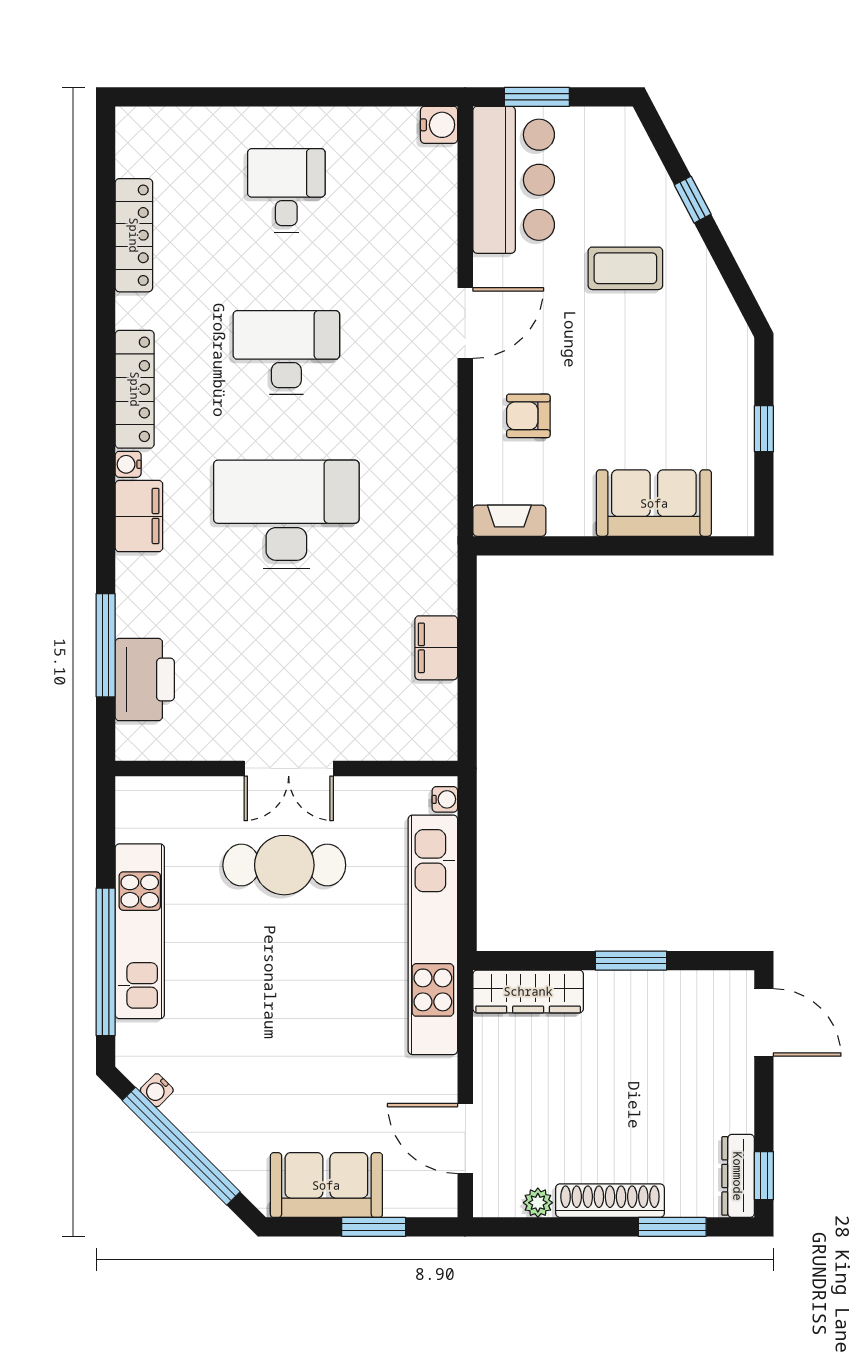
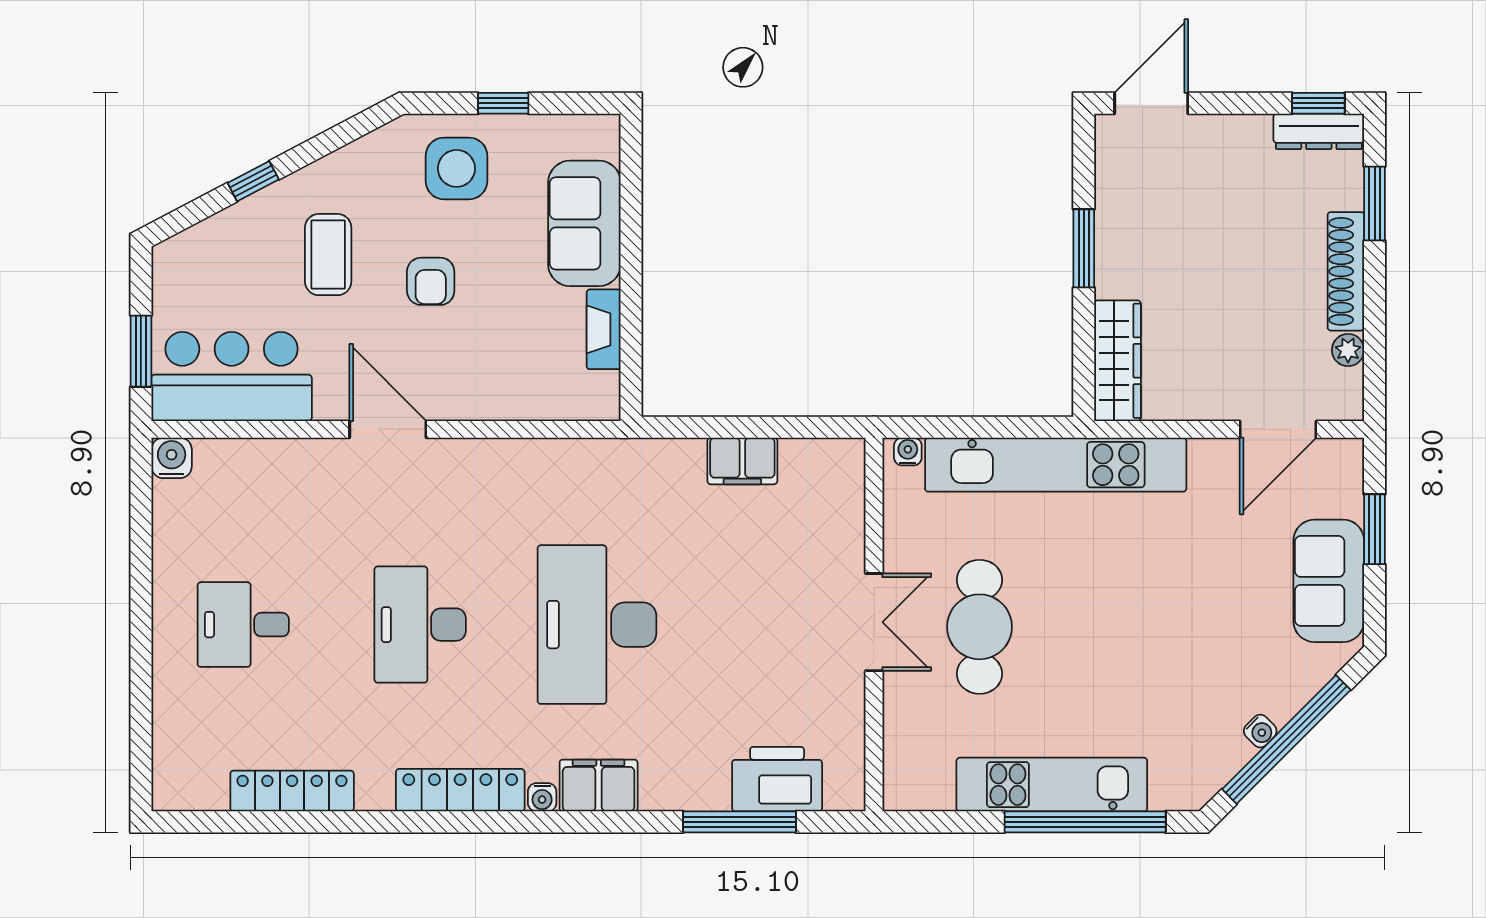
side table: (704, 386) -> (456, 168), added
armchair: (528, 416) -> (431, 281), moved
fireplace: (509, 521) -> (604, 329), moved
water cooler: (157, 1090) -> (1260, 731), moved

